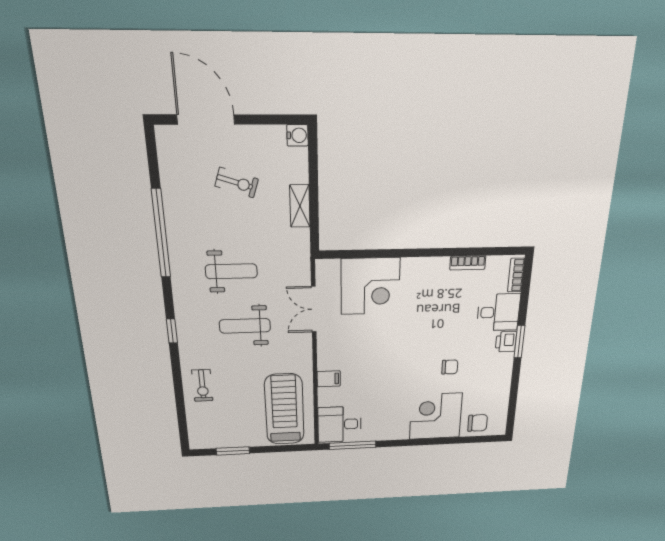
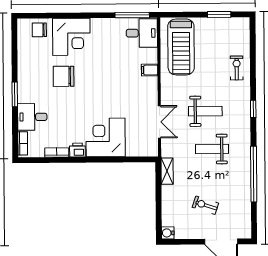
shelving: (300, 206) -> (167, 171), moved
corner desk: (370, 286) -> (106, 137), moved
printer: (506, 342) -> (77, 150), moved, turned -90
chair: (450, 367) -> (64, 76), width x1.87, depth x1.87

